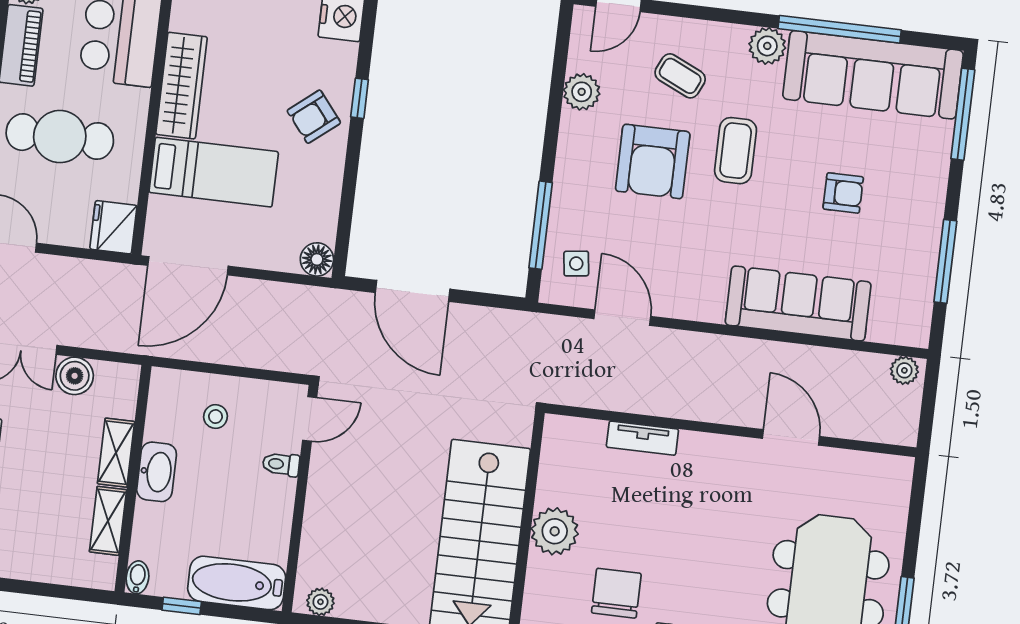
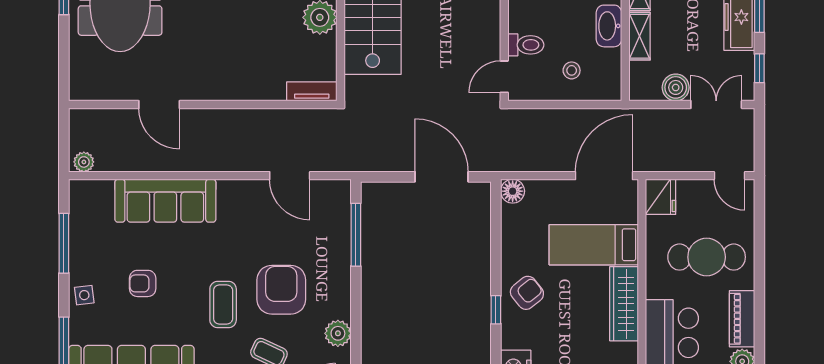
side table: (576, 264) -> (84, 295), moved
tv unit: (642, 438) -> (312, 91), moved
toilet: (281, 464) -> (526, 45), width x1.37, depth x1.39

